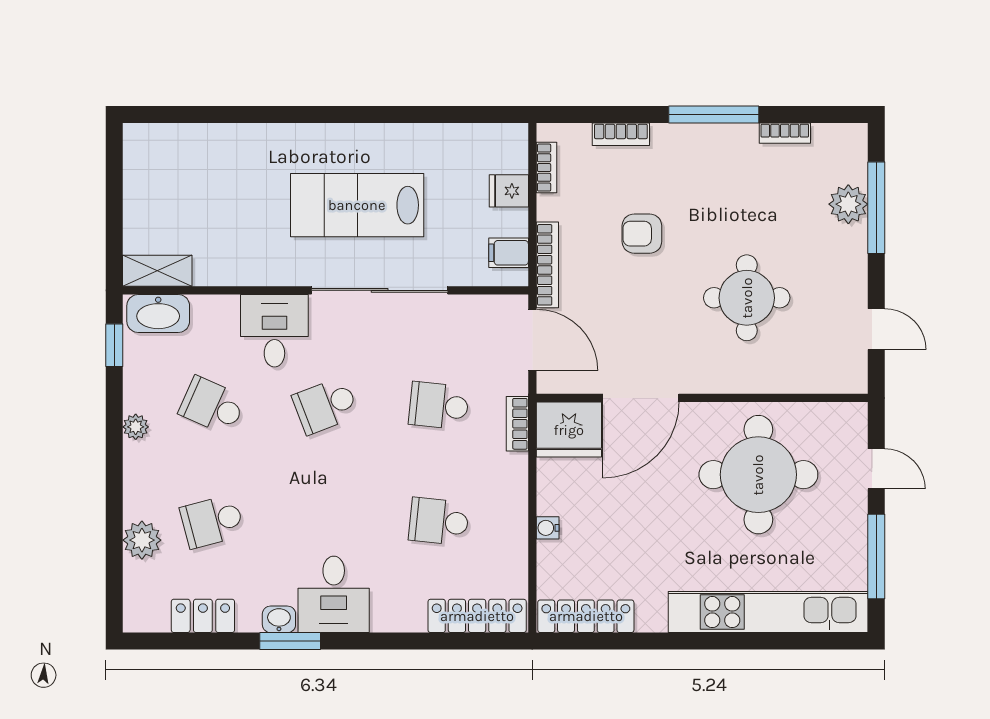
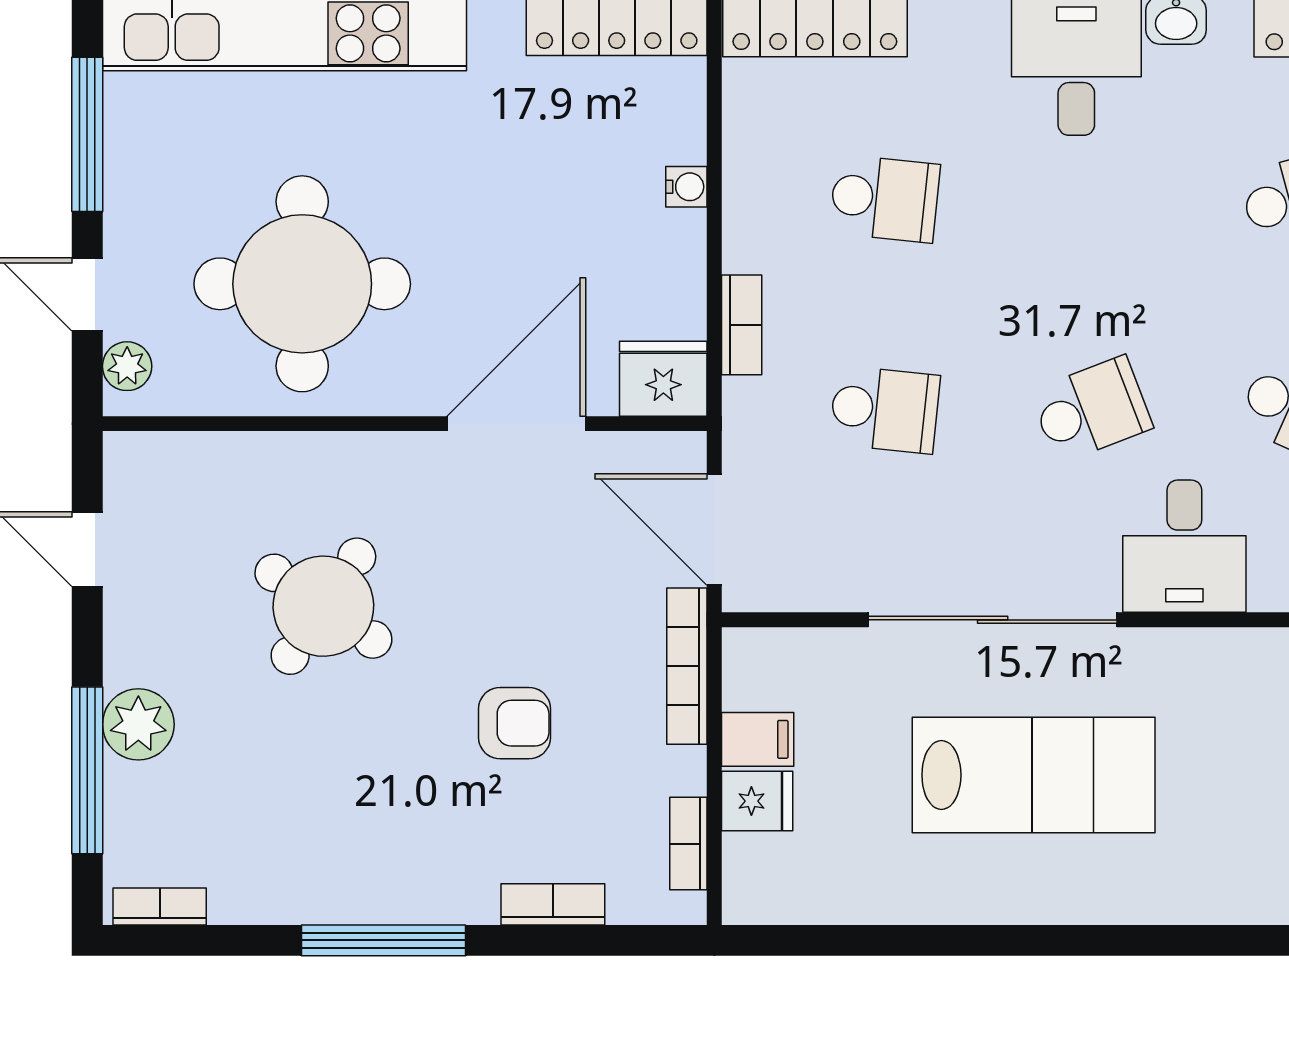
bookcase: (785, 133) -> (160, 906), moved
plant: (848, 204) -> (138, 724), moved
filing cabinet: (509, 253) -> (758, 739), moved
round table: (747, 298) -> (323, 606), turned 34
bookcase: (517, 424) -> (742, 325), moved
plant: (854, 429) -> (127, 366), added
fridge: (569, 430) -> (663, 379), width x0.73, depth x0.75

